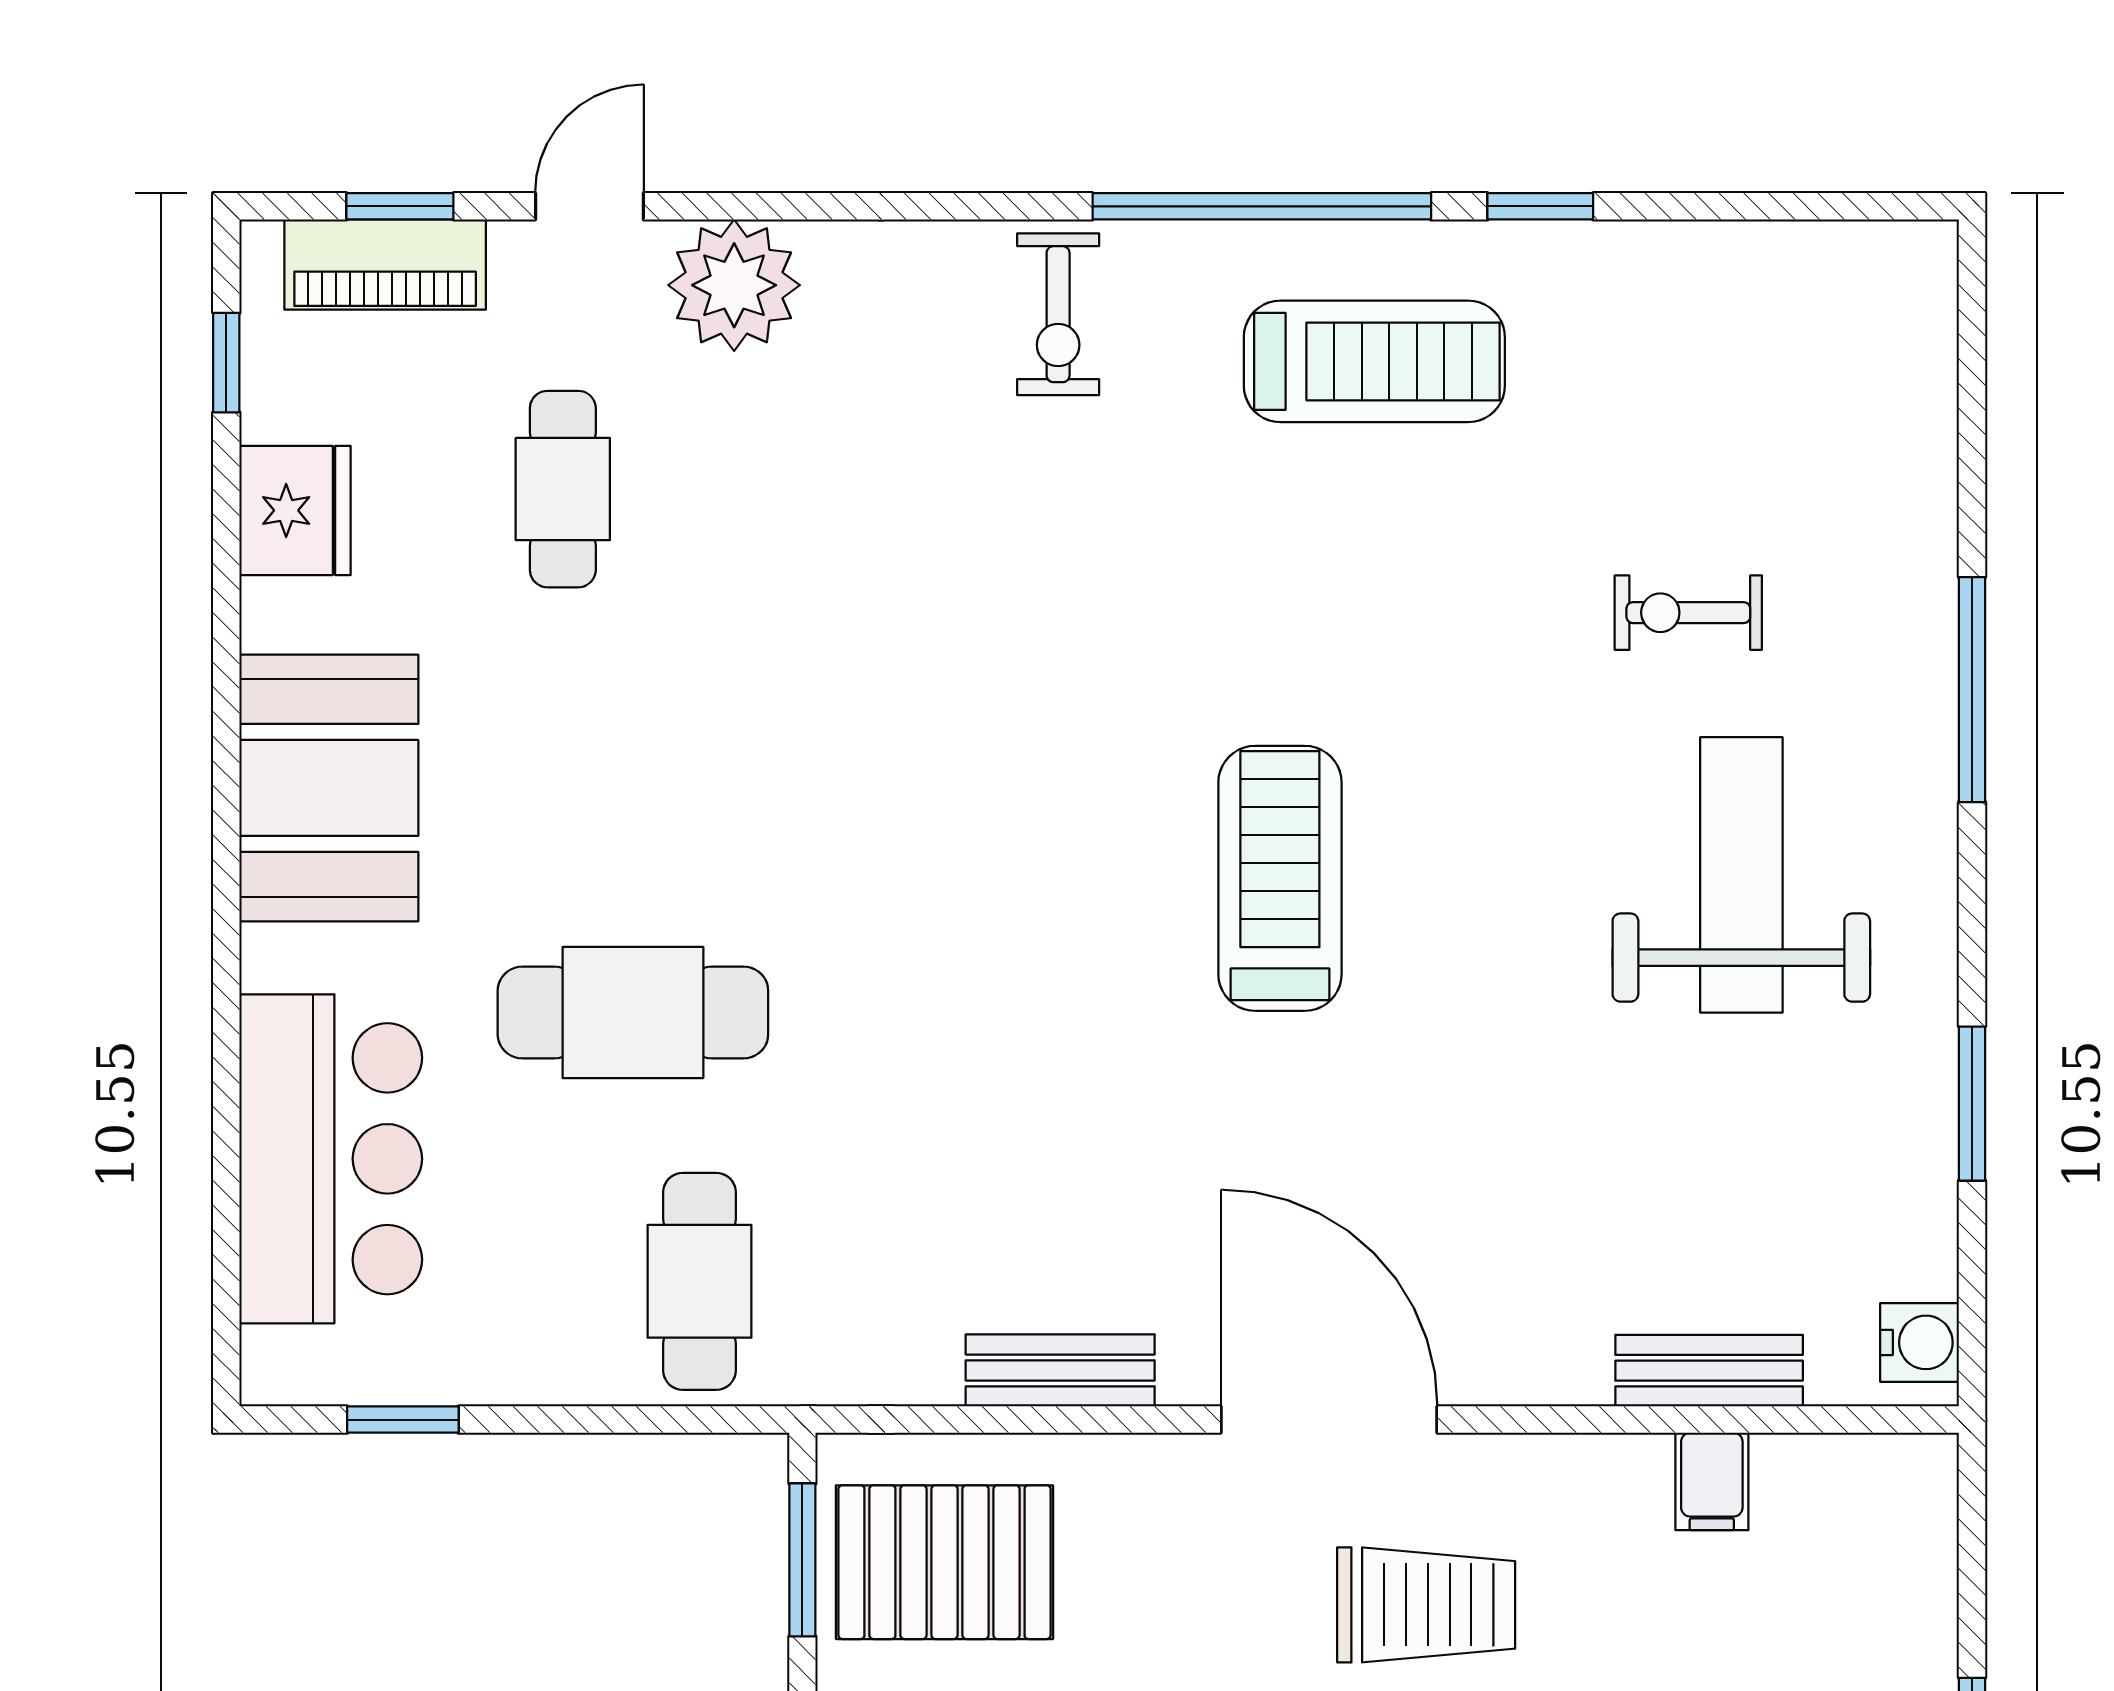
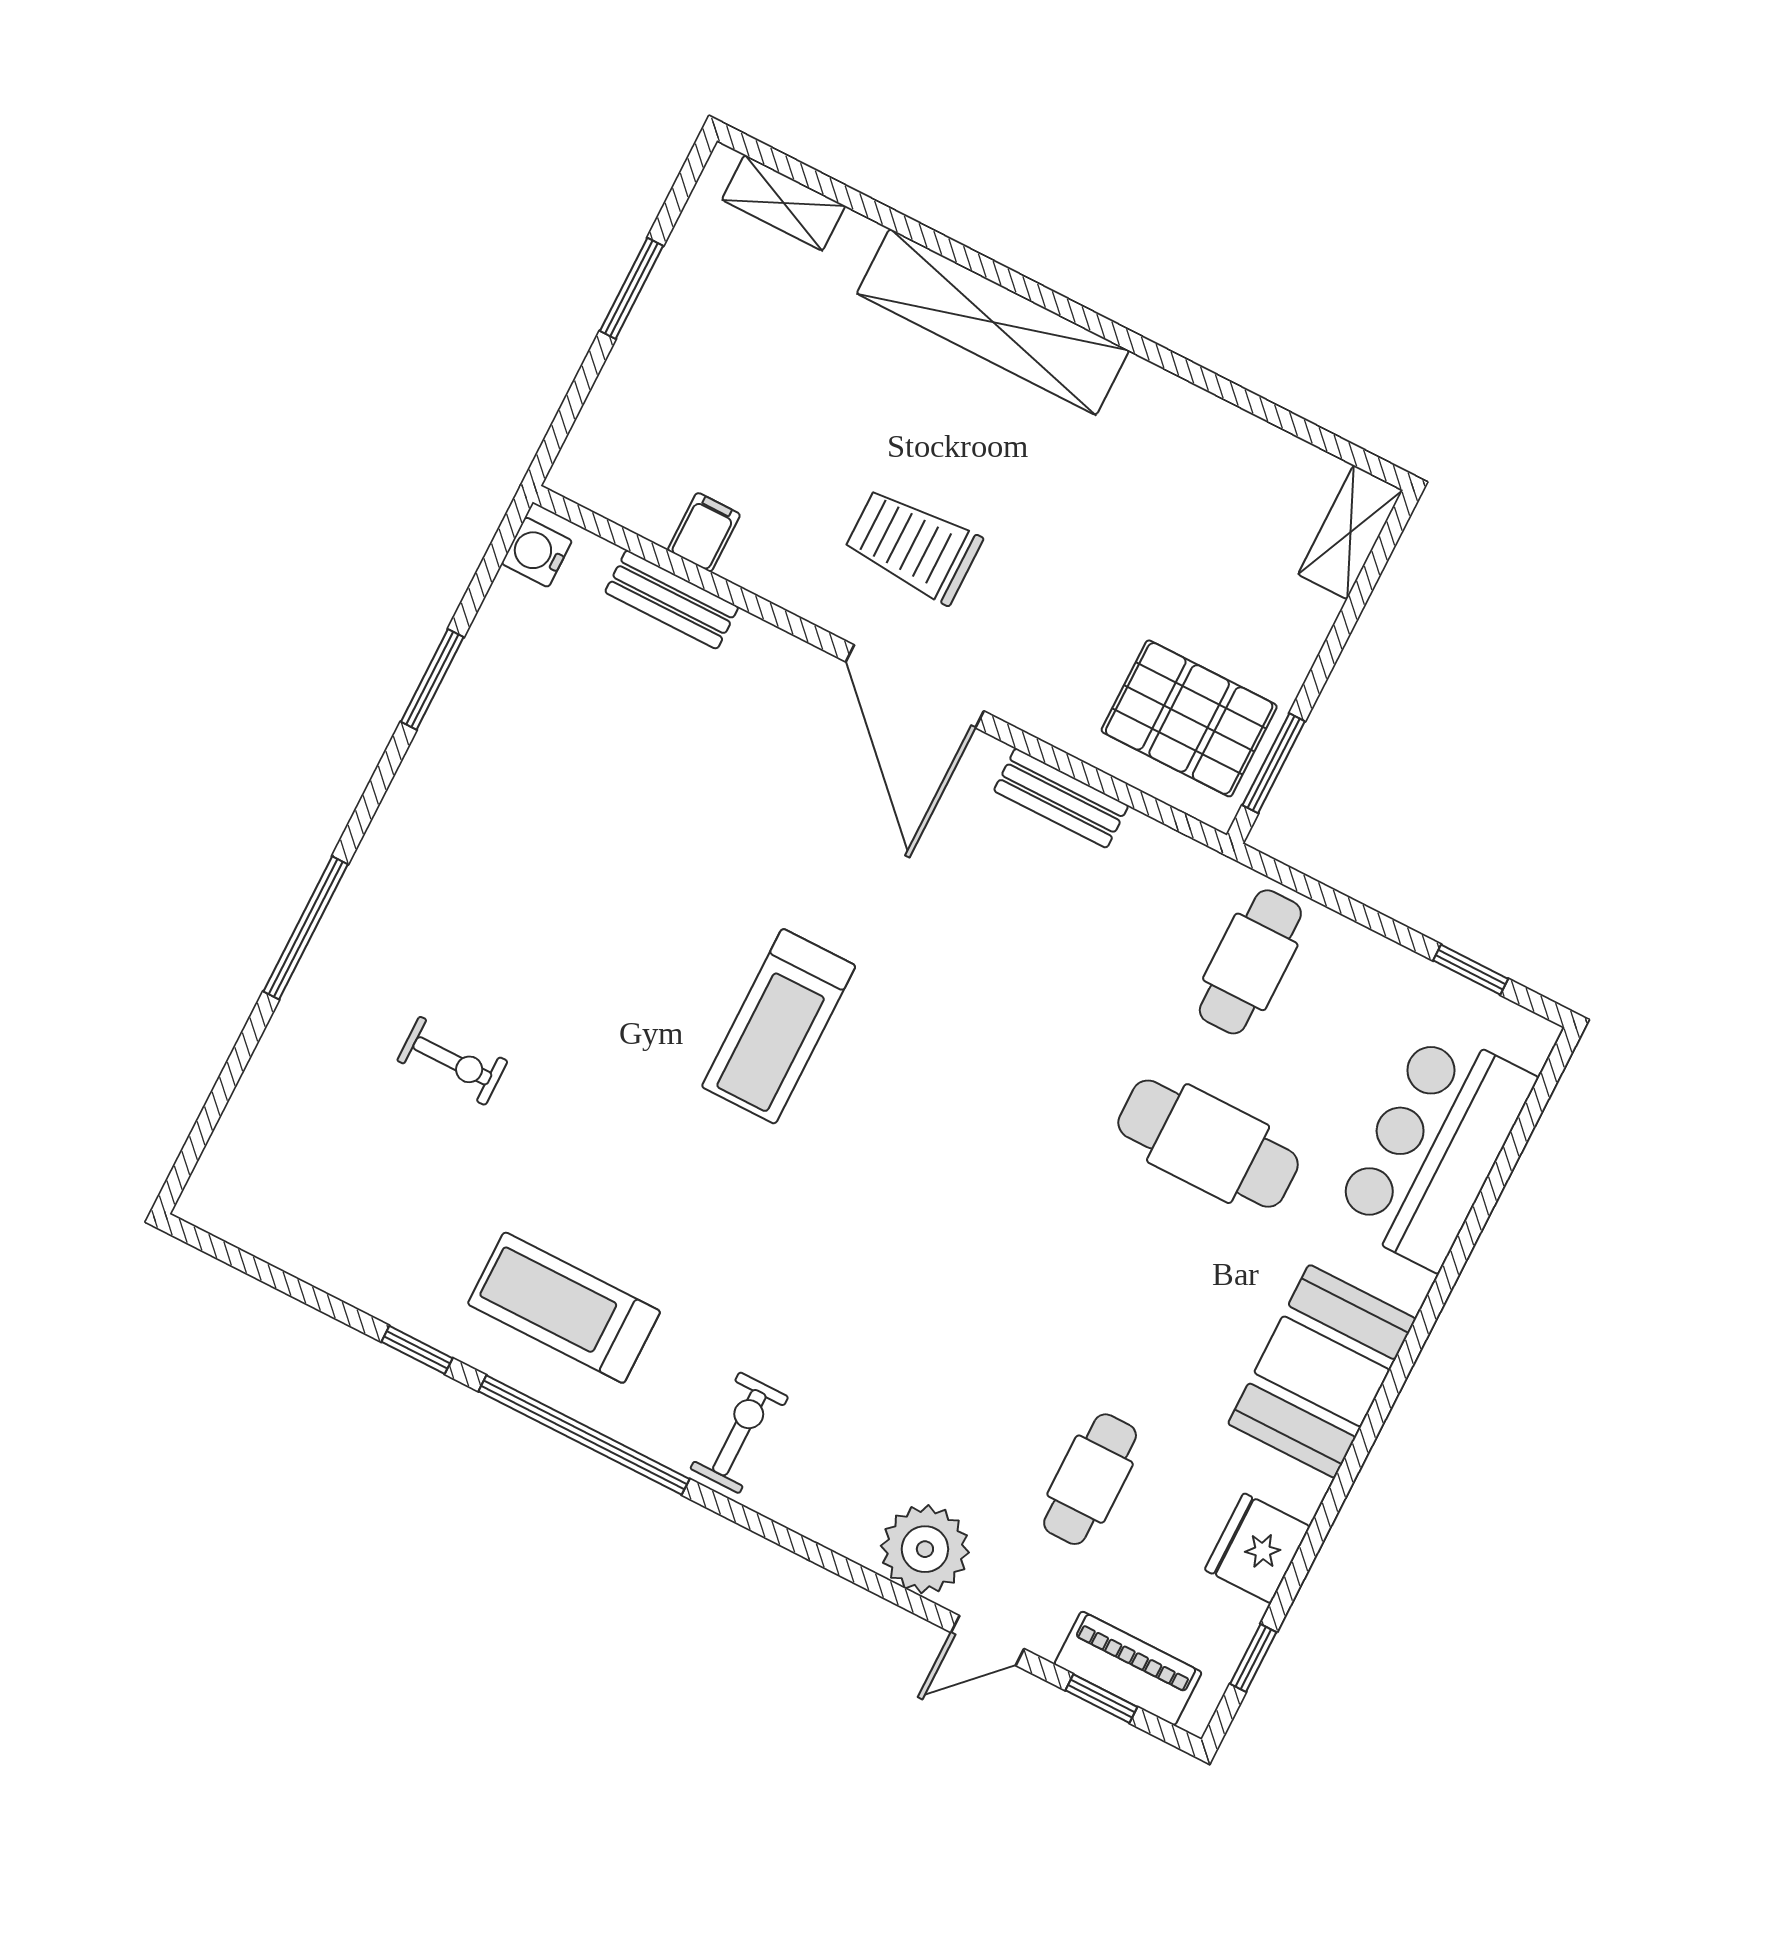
weight bench: (1741, 875) -> (501, 887), removed

